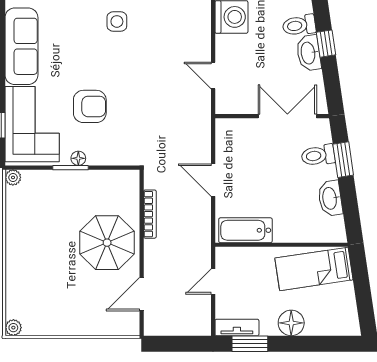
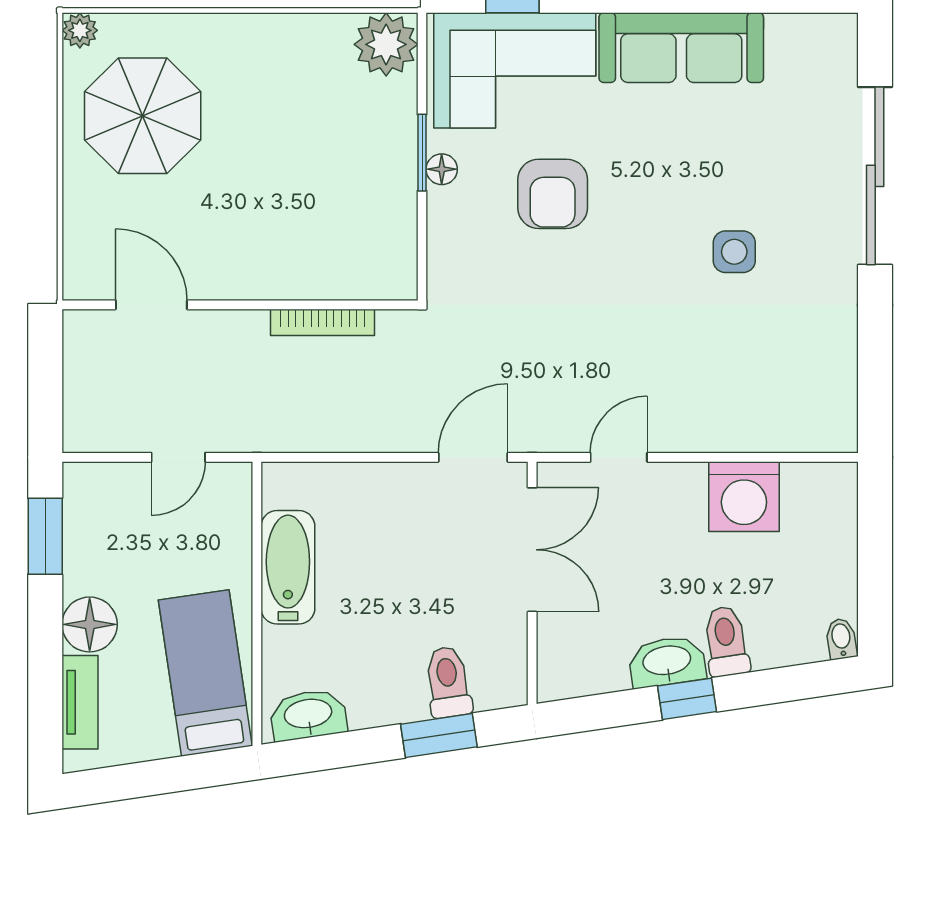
double door: (287, 116) -> (532, 550), moved
plant: (13, 177) -> (386, 44), width x1.88, depth x1.88
door: (213, 180) -> (473, 457), moved
washbasin: (330, 198) -> (308, 715), moved
bathtub: (245, 230) -> (288, 567), moved
parasol: (107, 243) -> (143, 116), moved
door: (213, 282) -> (178, 457), swing flipped
tv unit: (237, 327) -> (80, 702), moved

